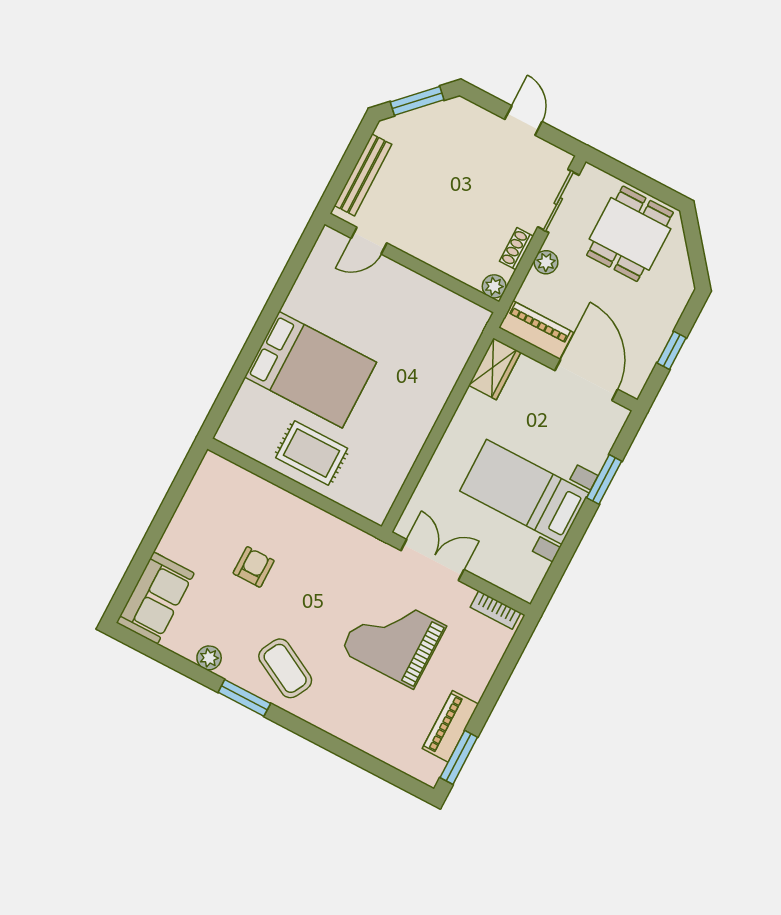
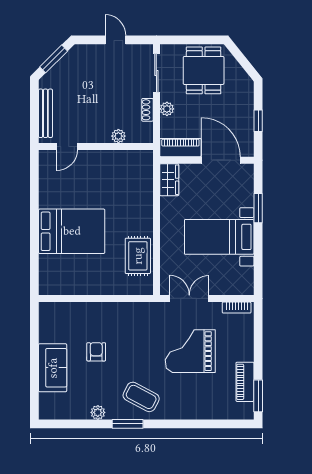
plant: (494, 286) -> (118, 136), moved
rug: (312, 453) -> (138, 256), moved, turned 90
sofa: (155, 598) -> (53, 368), moved

